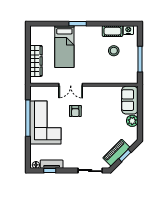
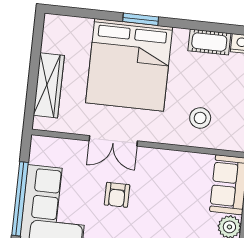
bed: (64, 47) -> (129, 65), width x2.04
stool: (114, 51) -> (200, 118), moved

